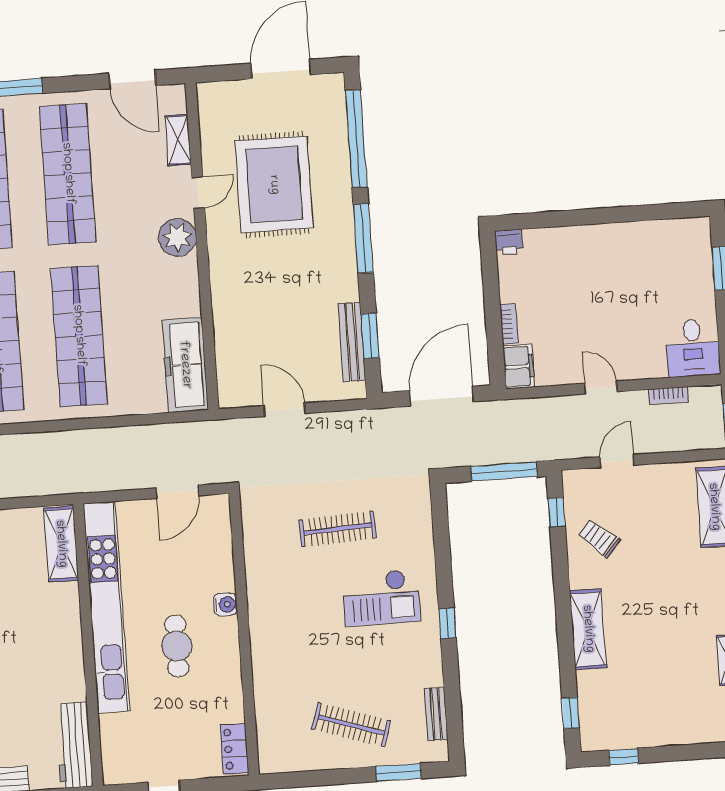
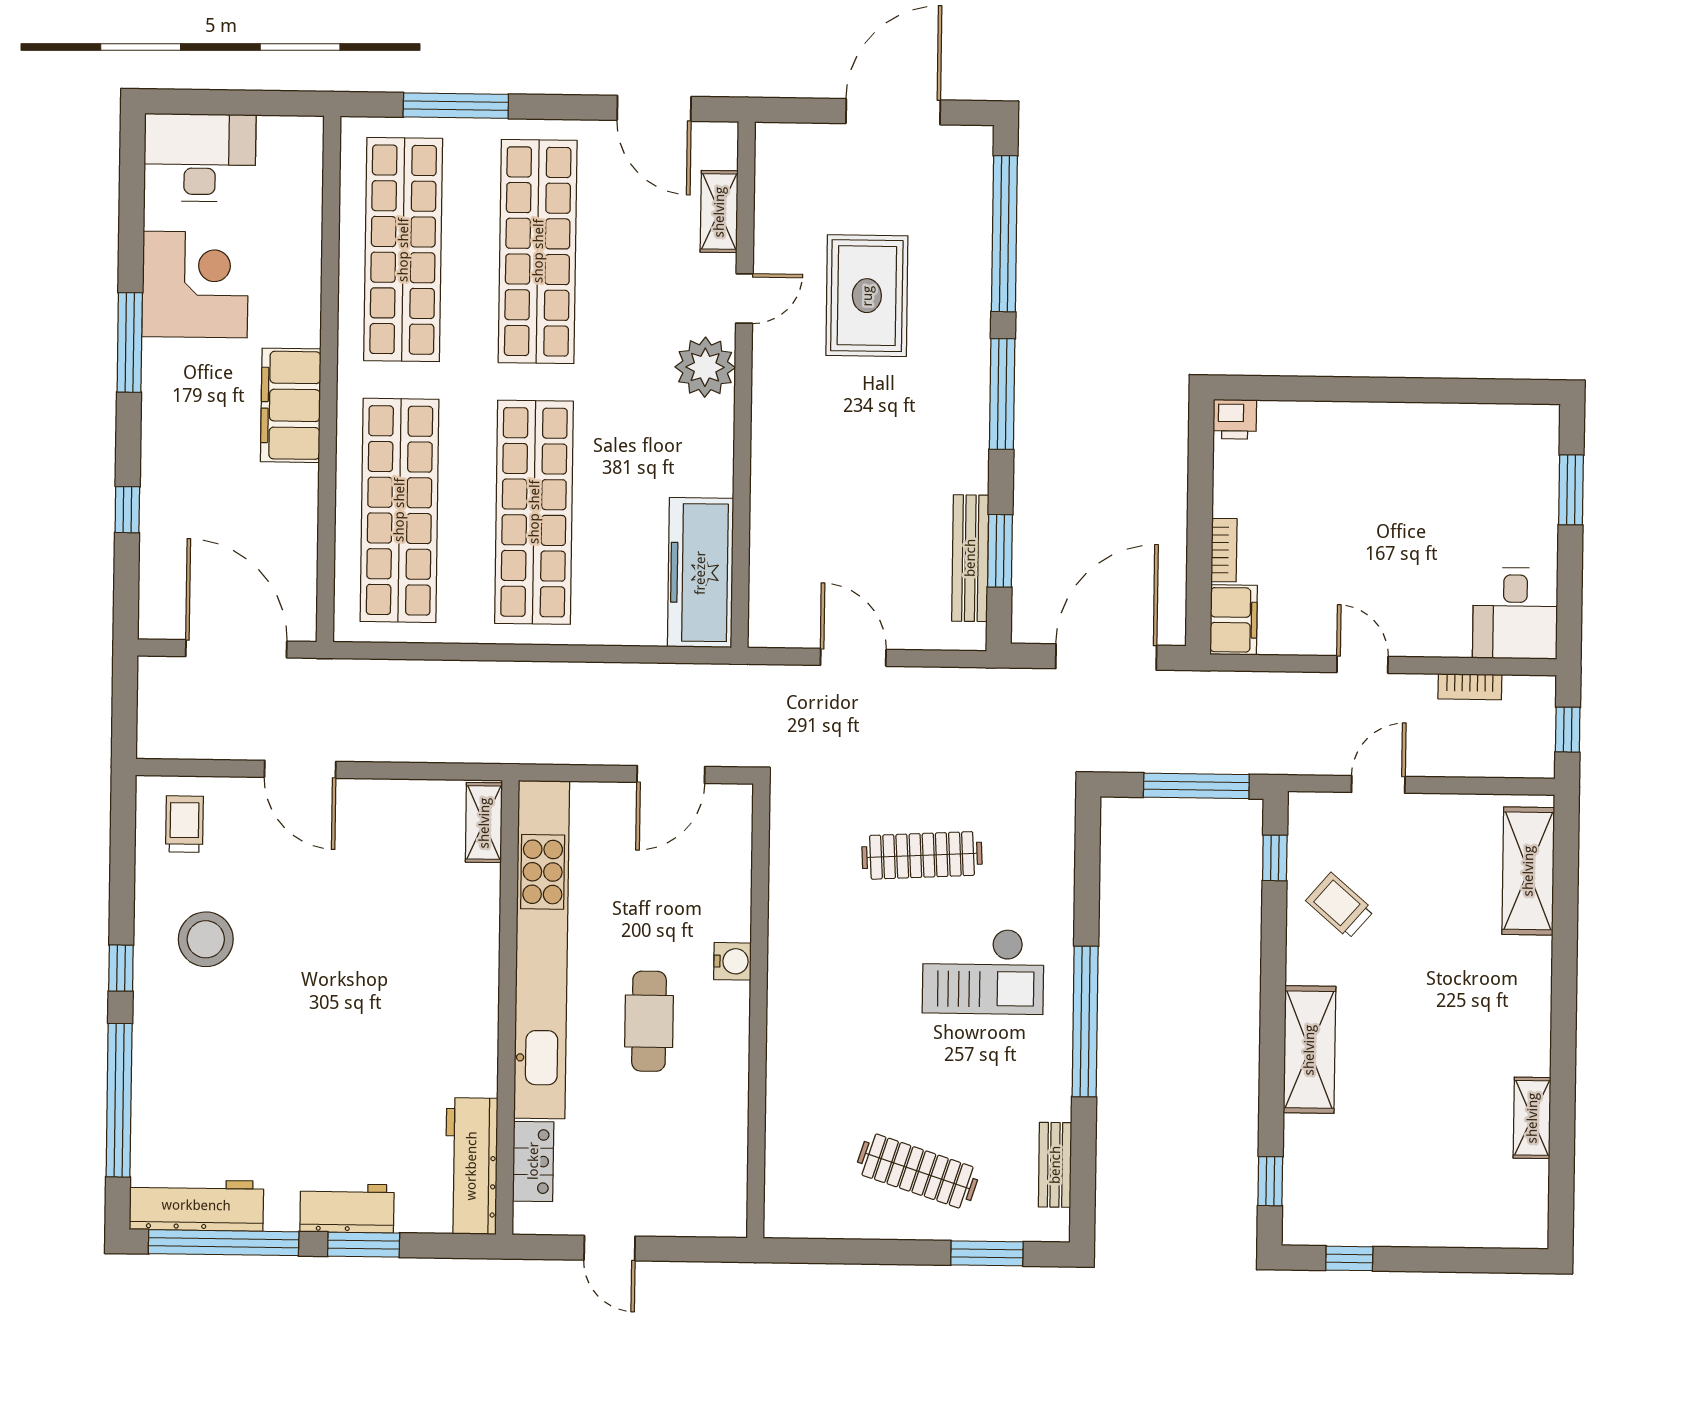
rug: (274, 185) -> (867, 296), width x0.73, depth x0.69
shelving: (61, 544) -> (484, 823), width x0.67, depth x0.75
window: (447, 623) -> (1085, 1021), width x3.17
locker: (235, 749) -> (533, 1161), moved, turned 180

